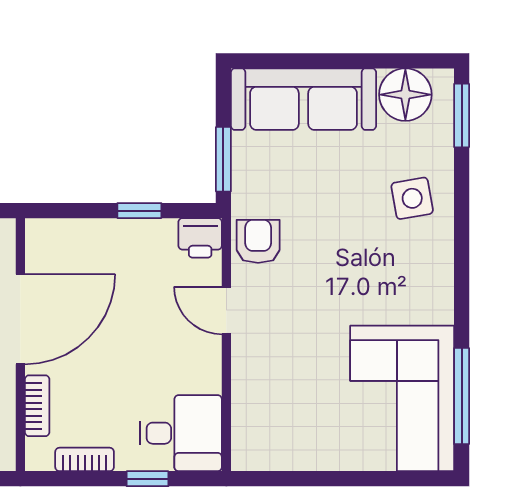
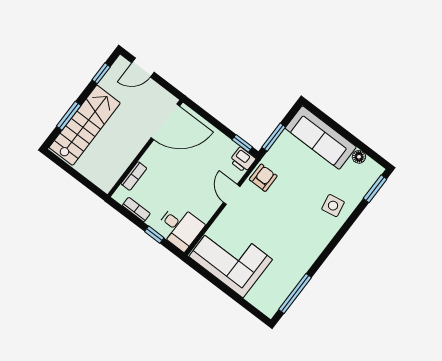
floor lamp: (405, 95) -> (359, 157), width x0.53, depth x0.53
window: (139, 211) -> (242, 143), moved
door: (20, 319) -> (165, 122), moved
corner sofa: (402, 398) -> (231, 258), moved, turned 90

